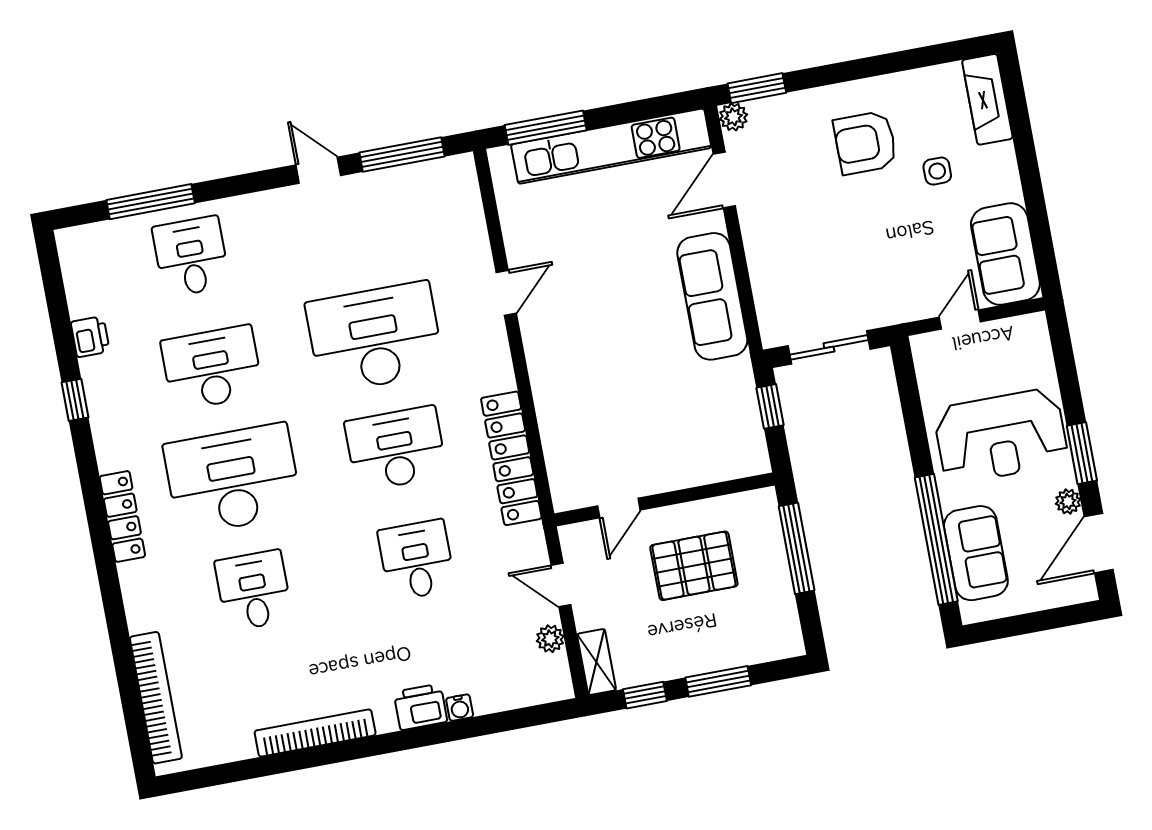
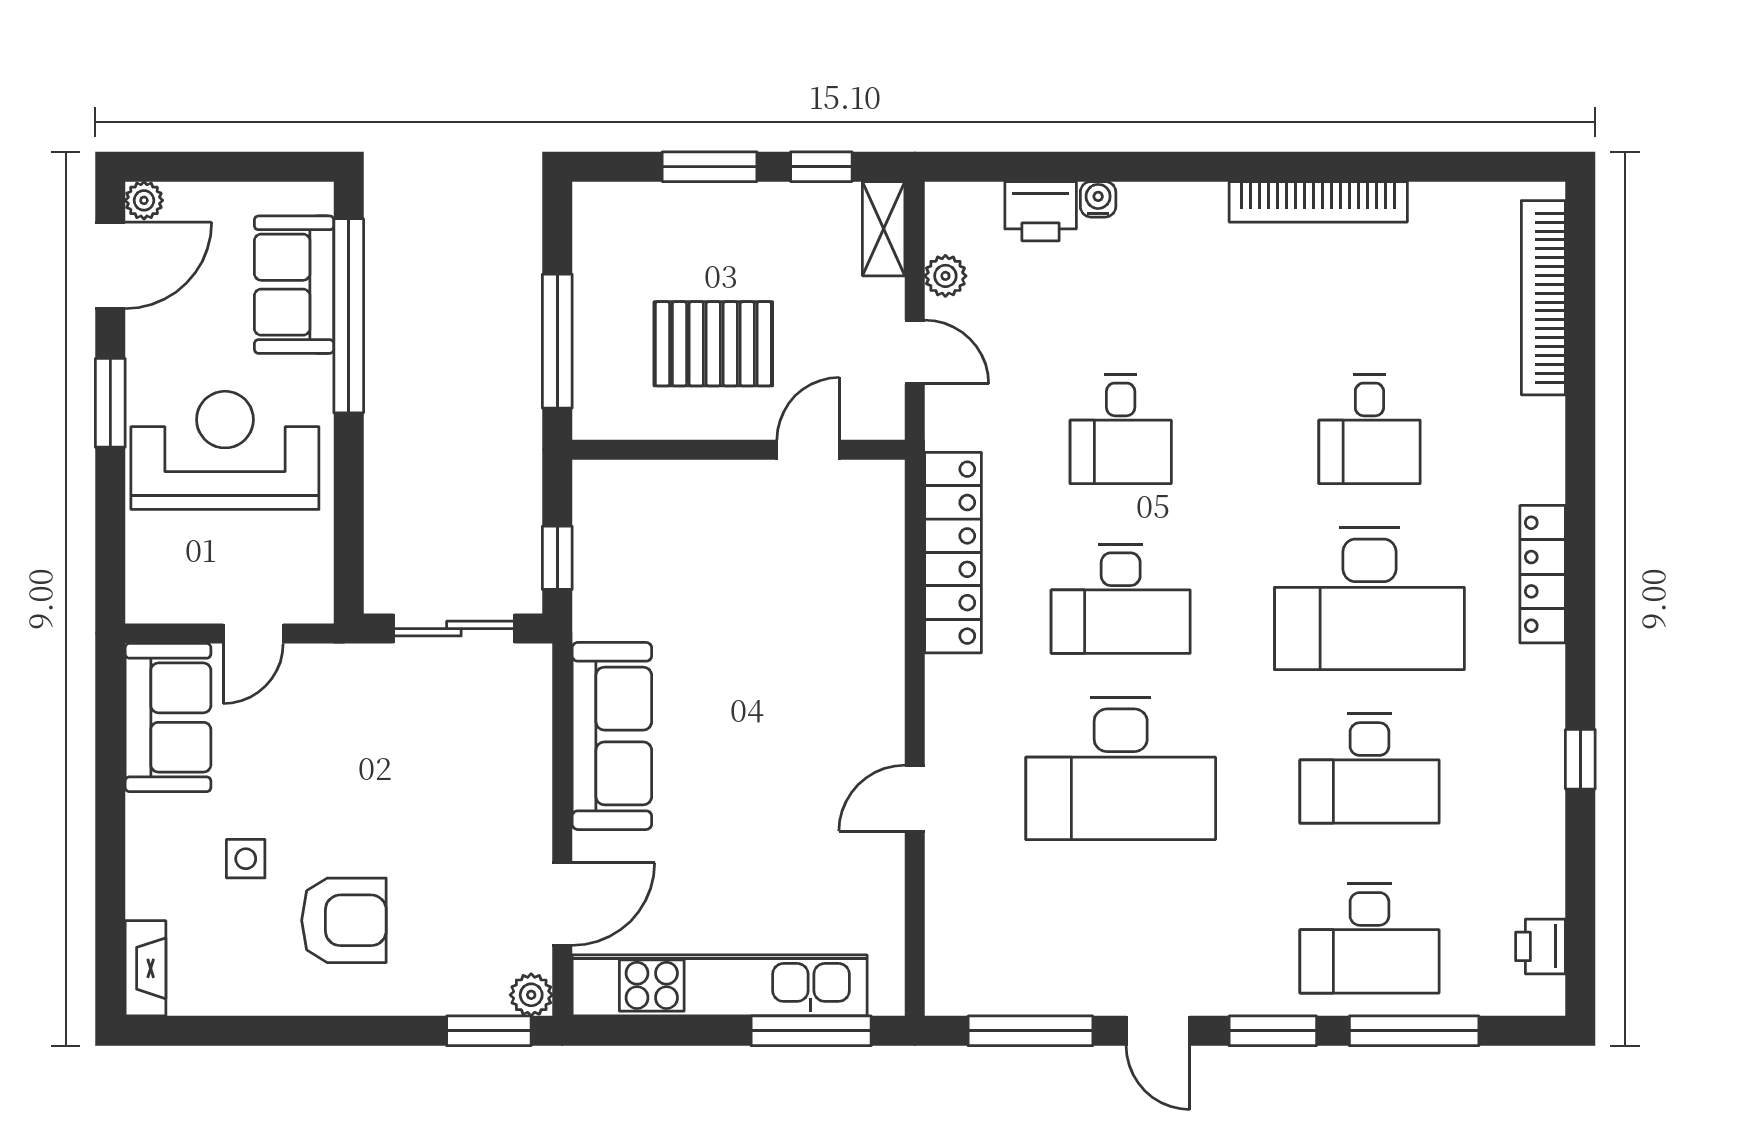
fireplace: (987, 99) -> (146, 968), width x0.73, depth x0.76
window: (243, 184) -> (1273, 1031), added
desk: (191, 257) -> (1369, 938), width x1.37
printer: (90, 337) -> (1540, 946), moved
plant: (1068, 502) -> (144, 200), moved
printer: (420, 707) -> (1041, 211), moved

